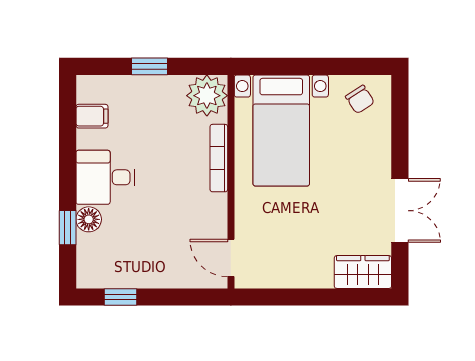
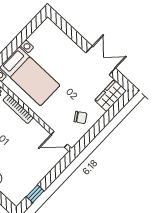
chair: (360, 99) -> (80, 117), moved

